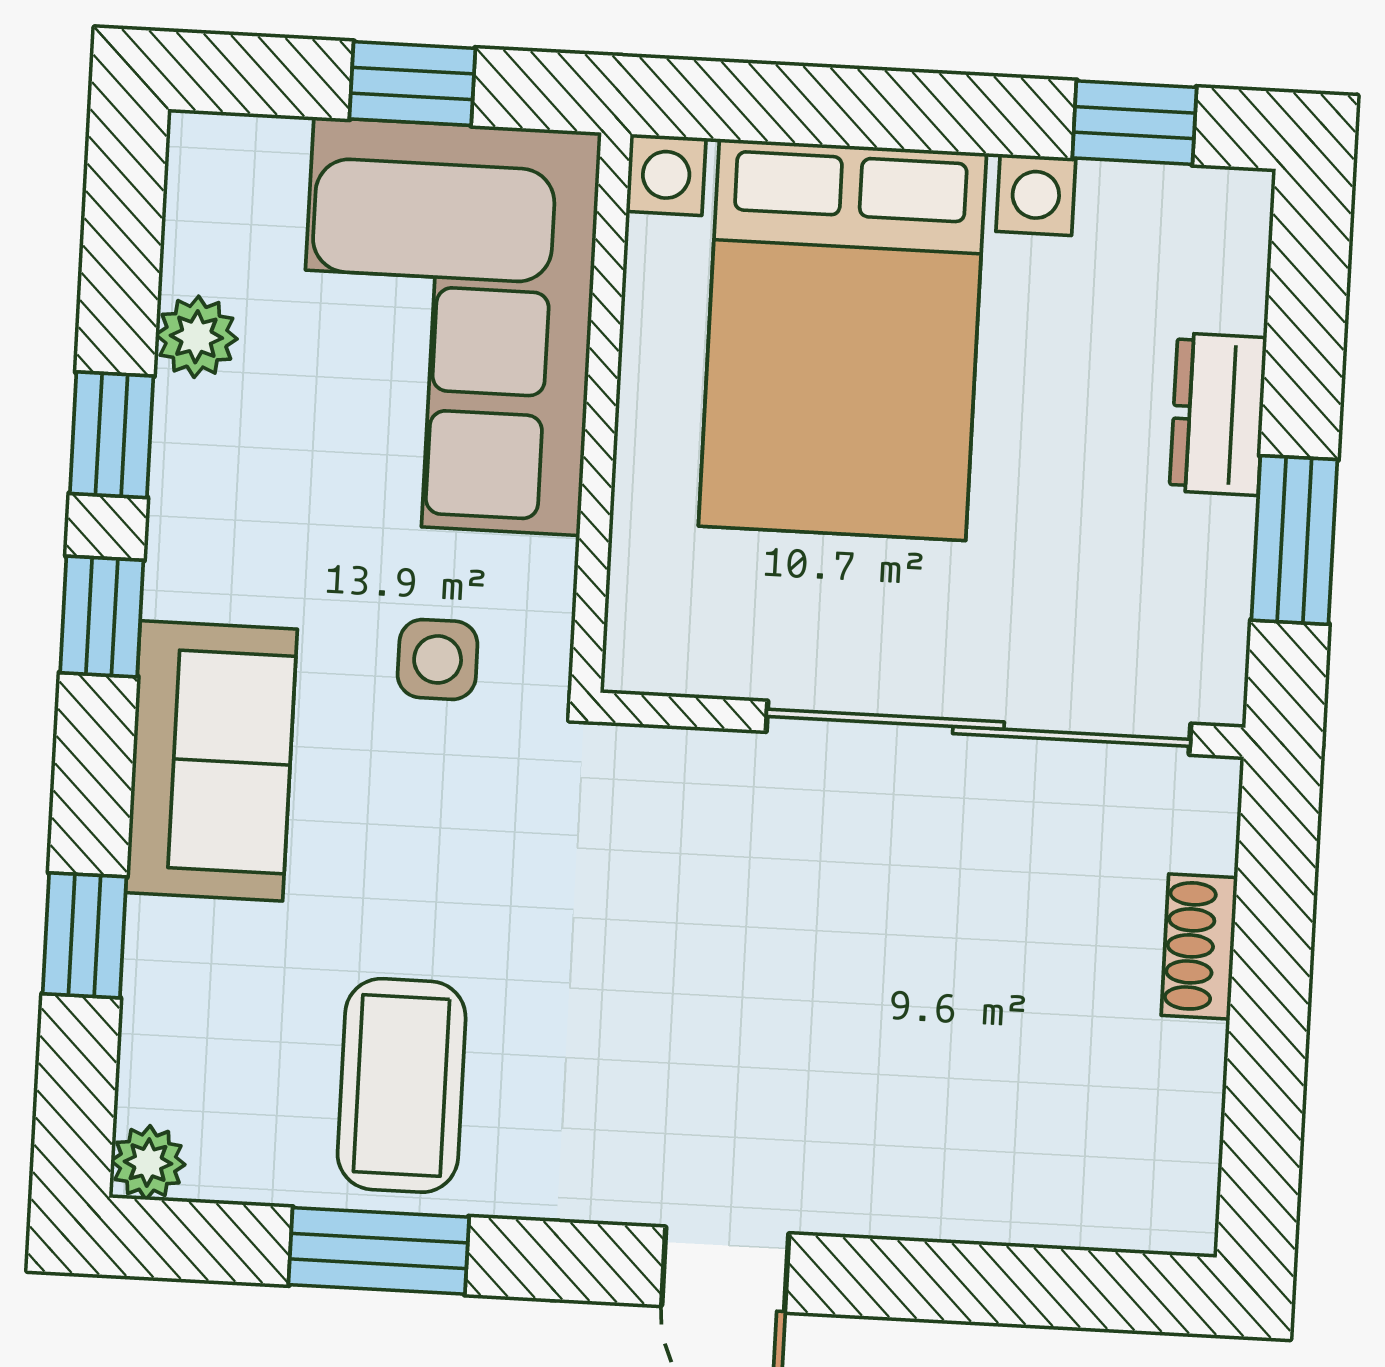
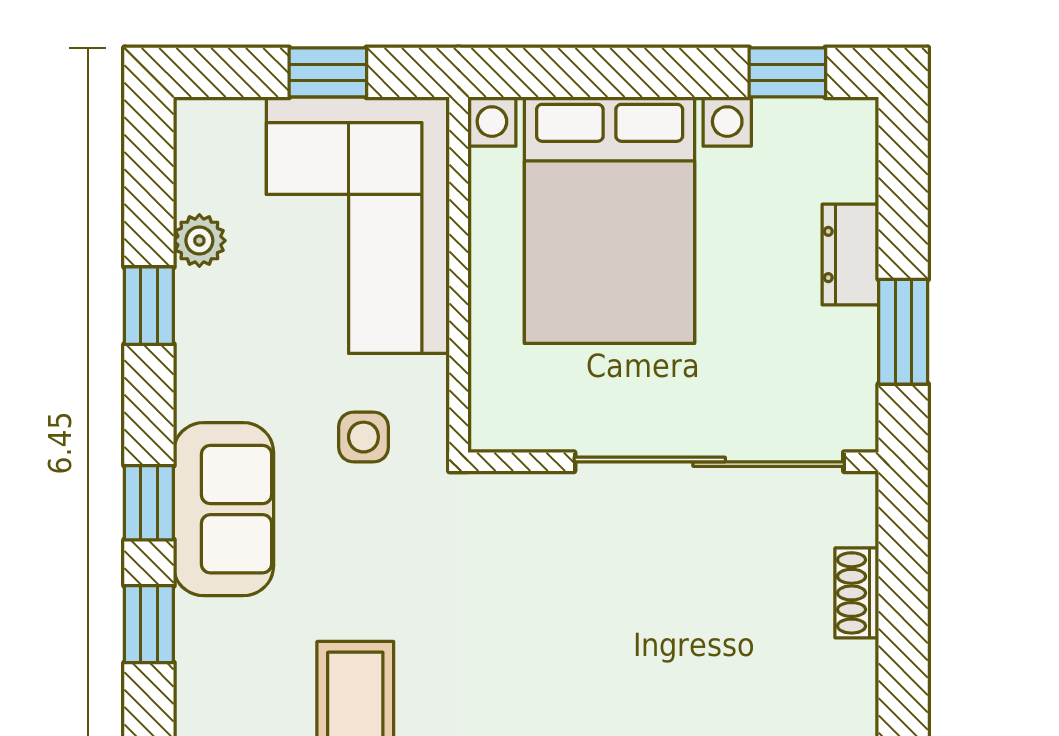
window: (102, 616) -> (149, 503), moved

